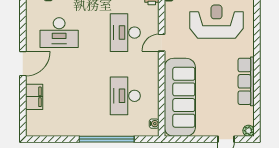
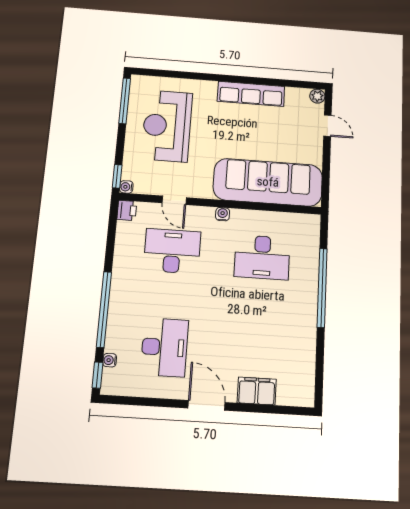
desk: (125, 33) -> (172, 251), turned 180
door: (162, 43) -> (174, 200), moved
water cooler: (154, 124) -> (223, 214), moved

